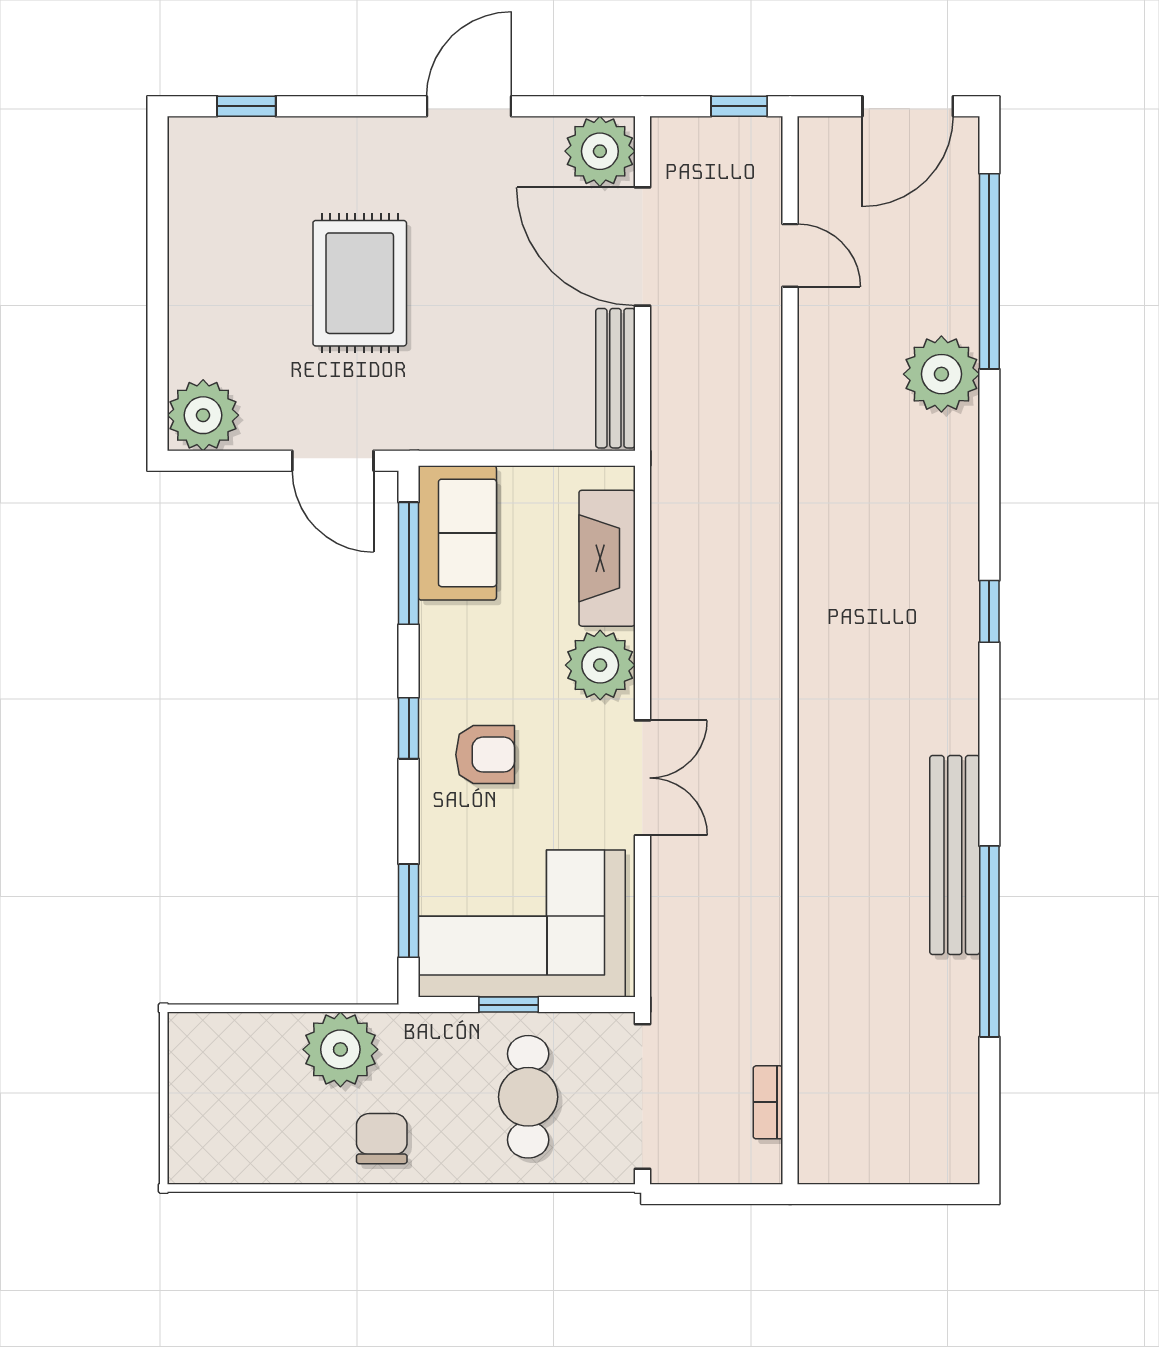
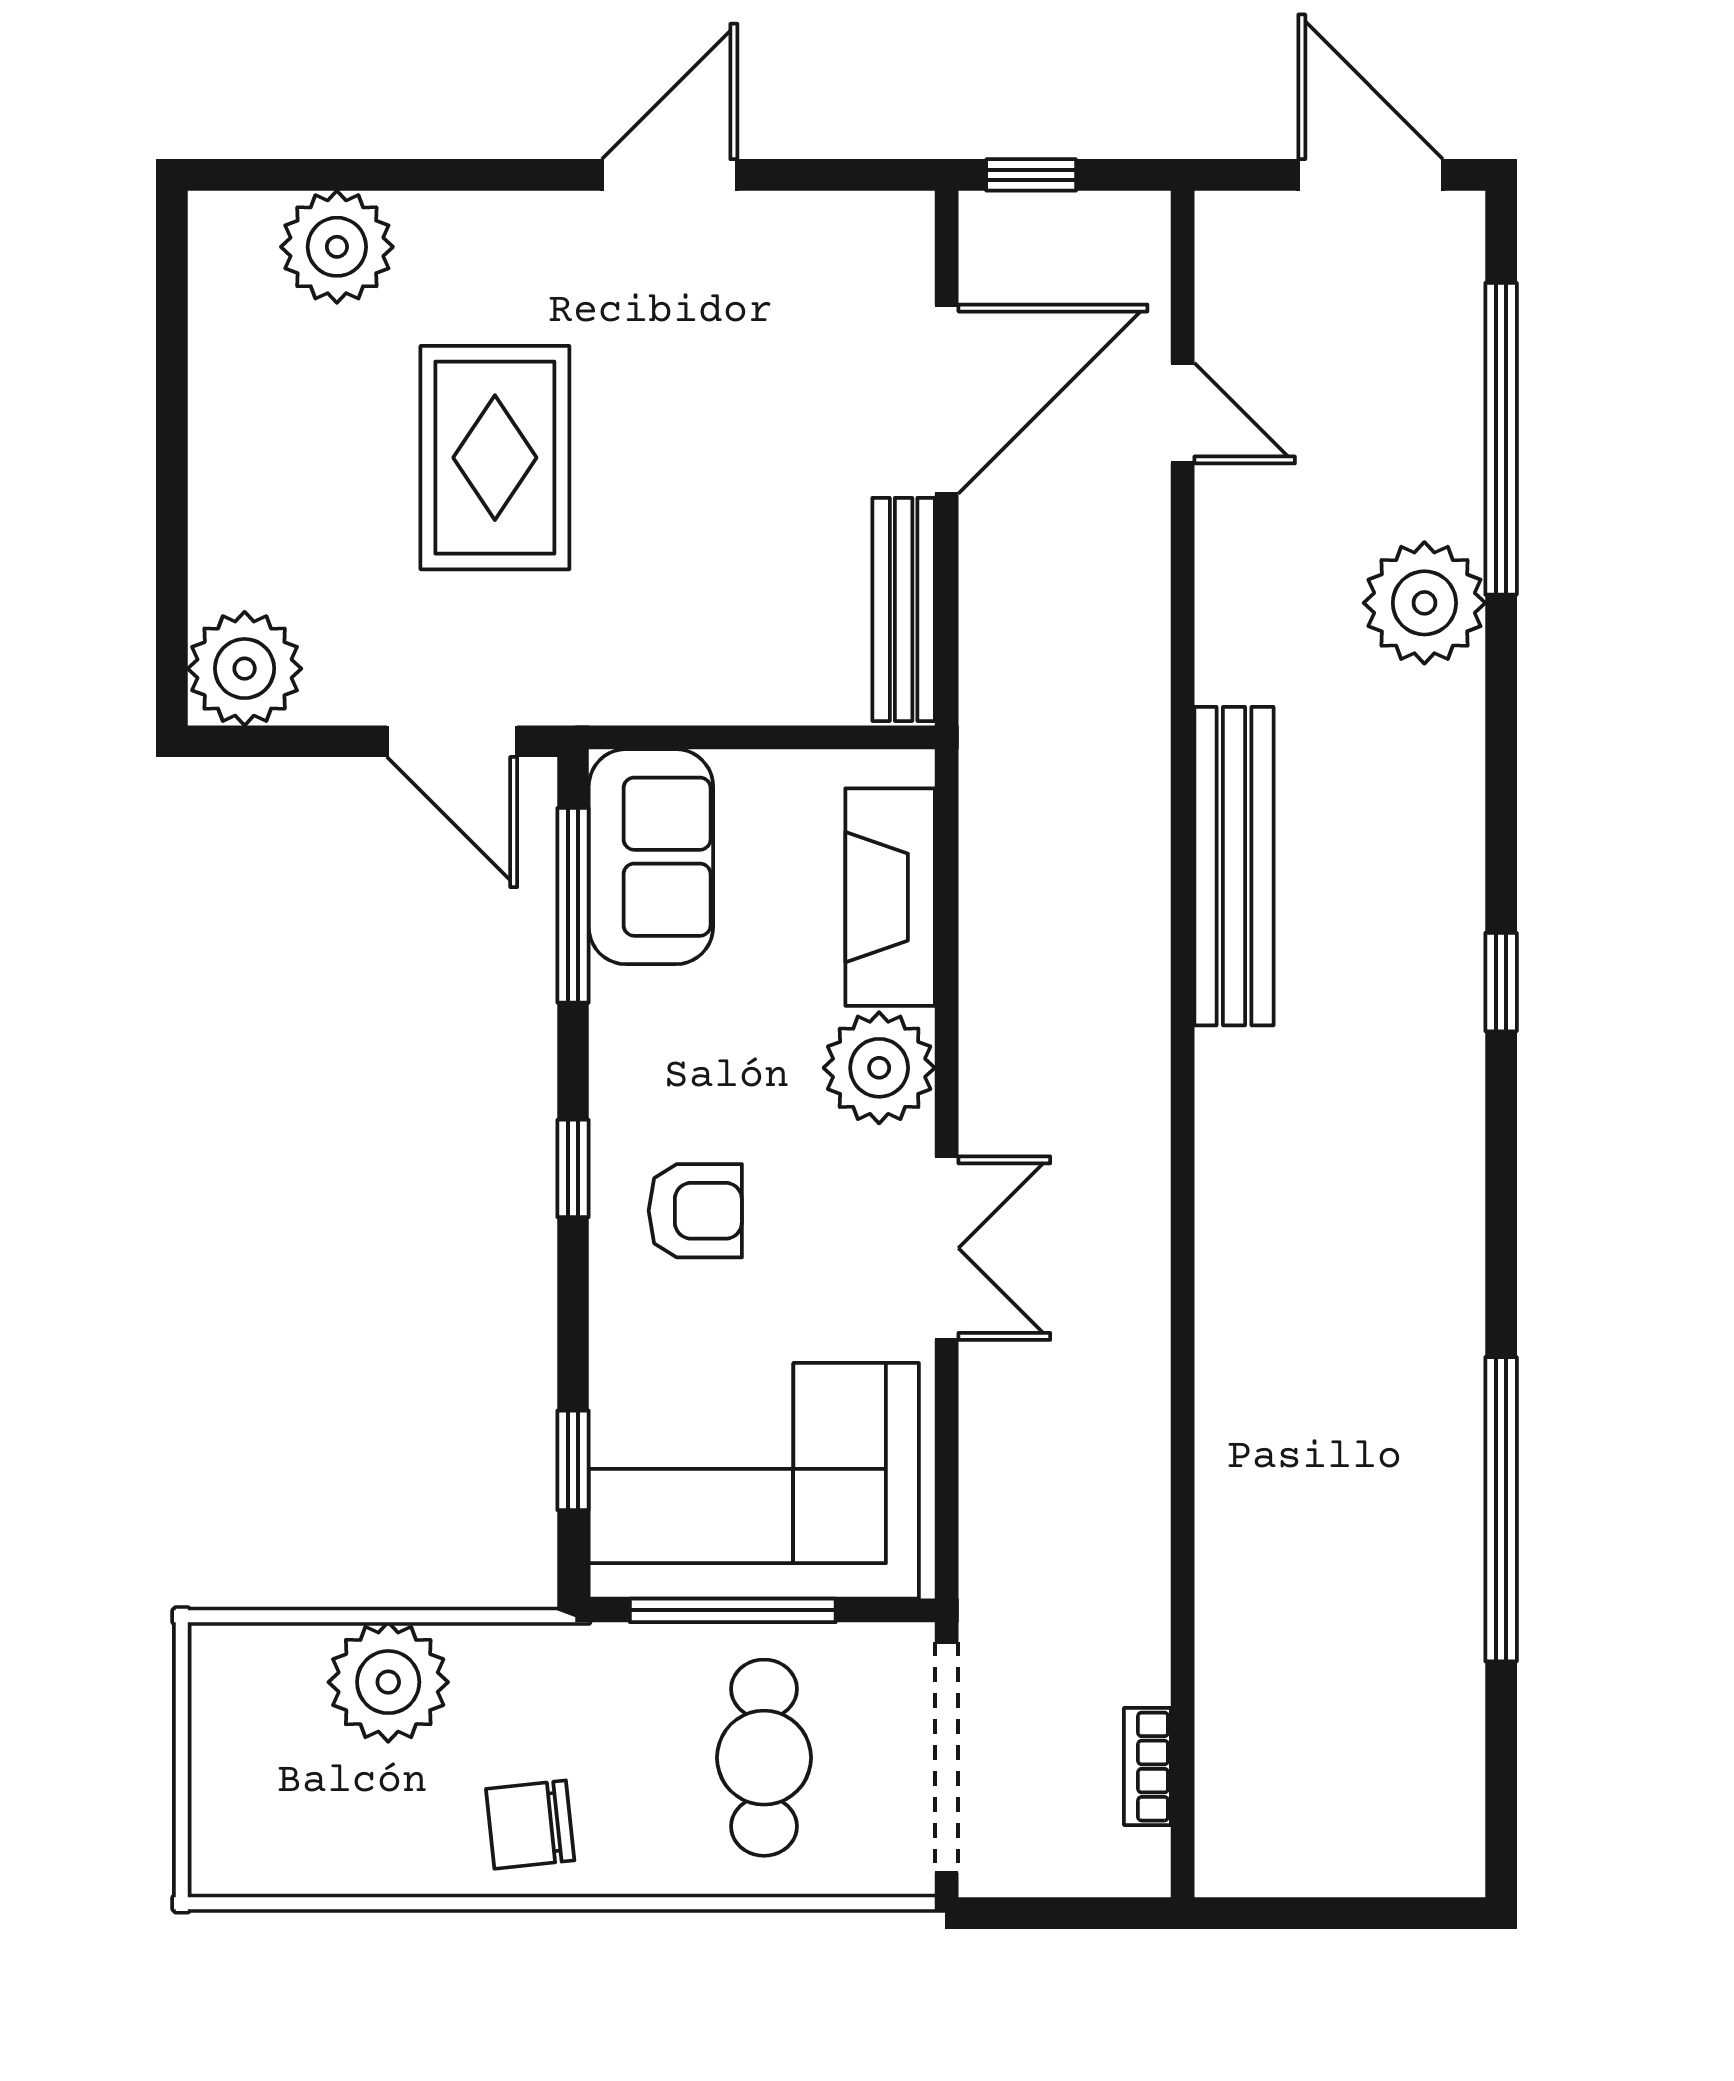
window: (246, 106) -> (314, 175), removed
window: (739, 106) -> (1031, 175), moved
door: (908, 106) -> (1371, 175), swing flipped
plant: (600, 151) -> (337, 247), moved
door: (642, 247) -> (947, 399), swing flipped
bench: (955, 855) -> (1234, 866), moved
window: (409, 911) -> (573, 1460), width x0.67
window: (509, 1005) -> (733, 1610), width x2.17
plant: (340, 1049) -> (388, 1682), moved
chair: (382, 1139) -> (530, 1825), turned -96

